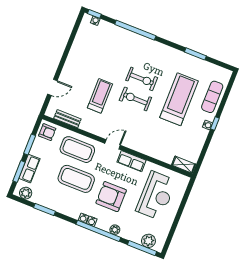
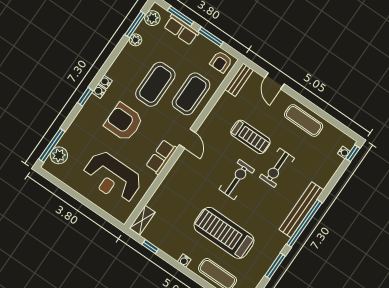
window: (135, 30) -> (304, 223), moved
bench: (147, 44) -> (301, 210), added
exercise mat: (78, 58) -> (304, 120), added
exercise bike: (142, 79) -> (277, 168), moved
treadmill: (179, 99) -> (224, 233), turned 180
bench: (67, 119) -> (239, 80), moved
window: (215, 123) -> (150, 247), moved
armchair: (111, 197) -> (124, 122), turned -90
window: (44, 209) -> (135, 25), moved
plant: (115, 230) -> (135, 40), moved
window: (98, 231) -> (85, 97), width x0.32

